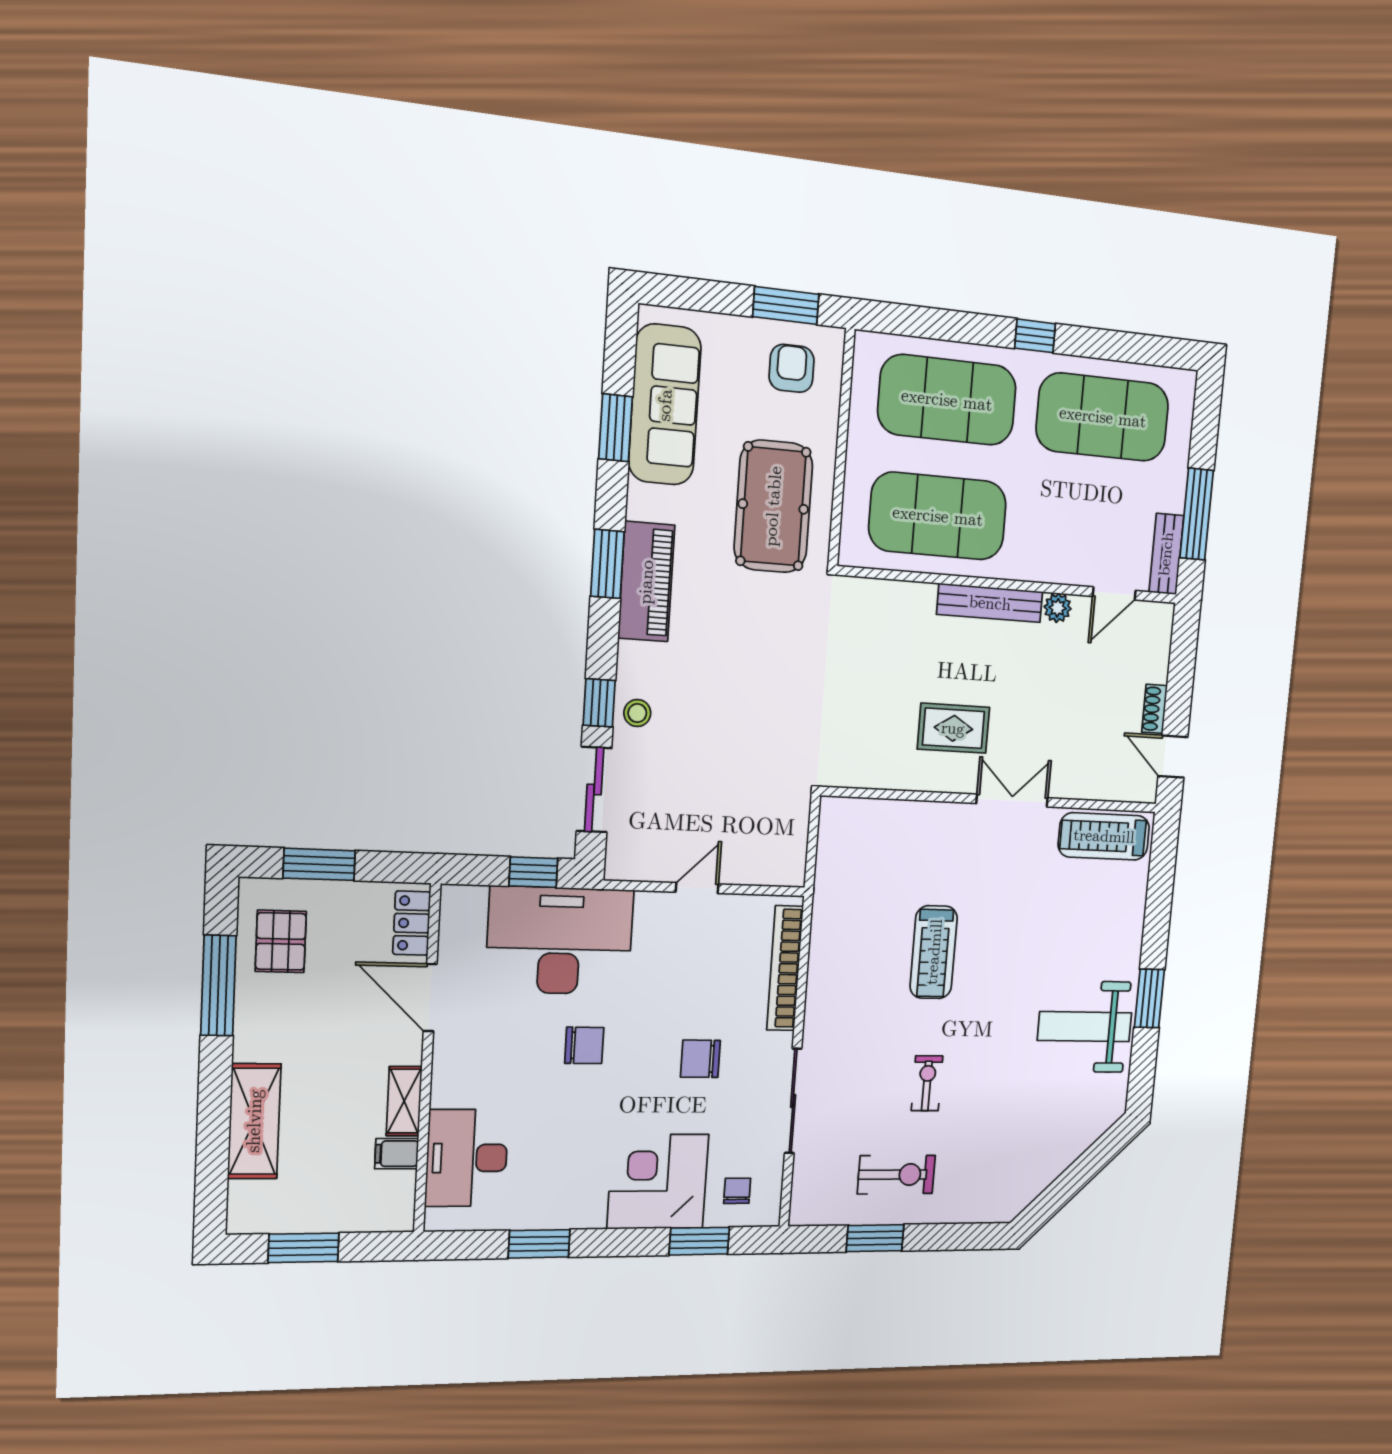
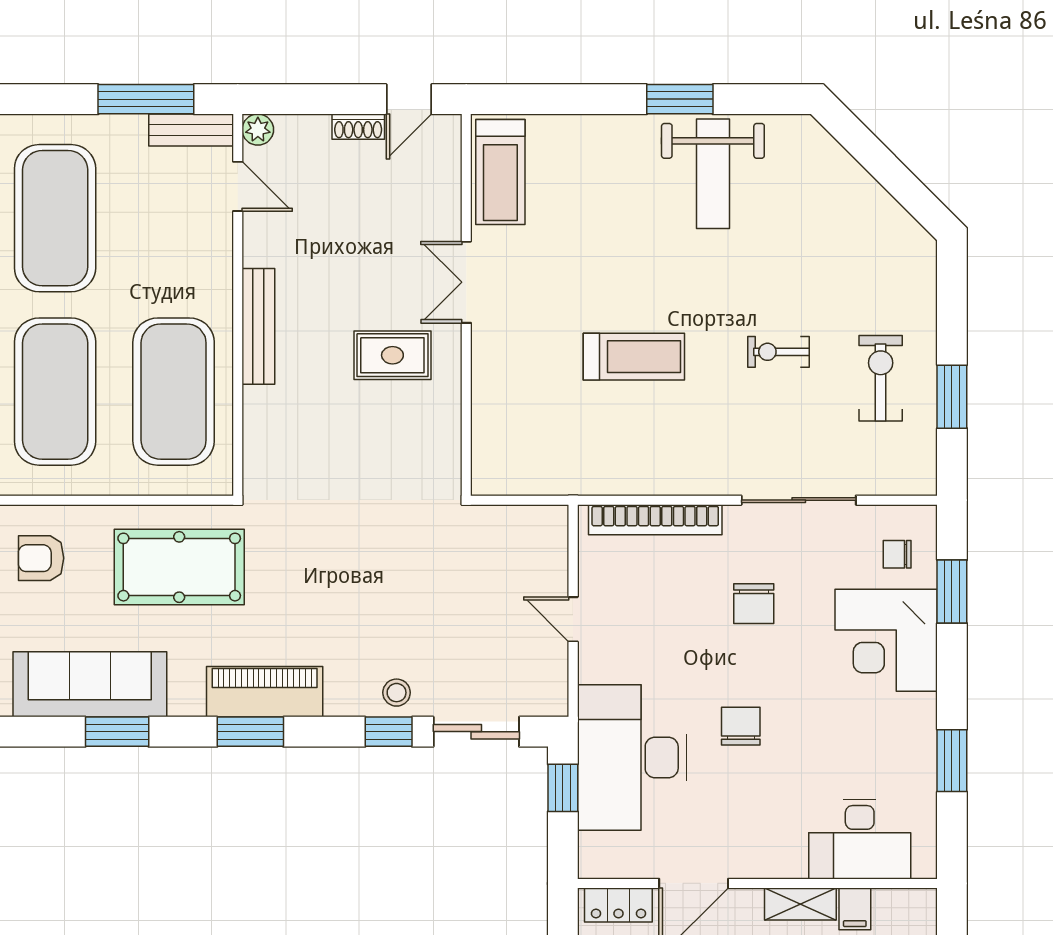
plant: (1058, 608) -> (258, 130), moved
rug: (953, 728) -> (392, 355), turned 90

